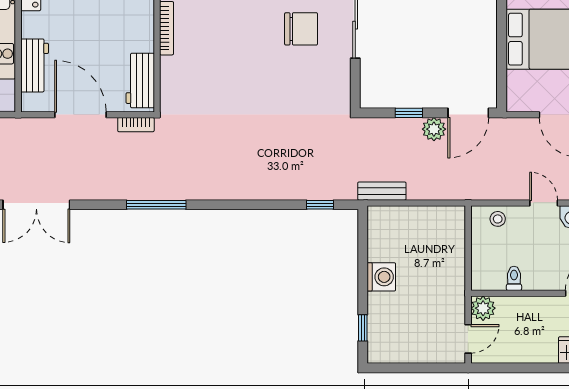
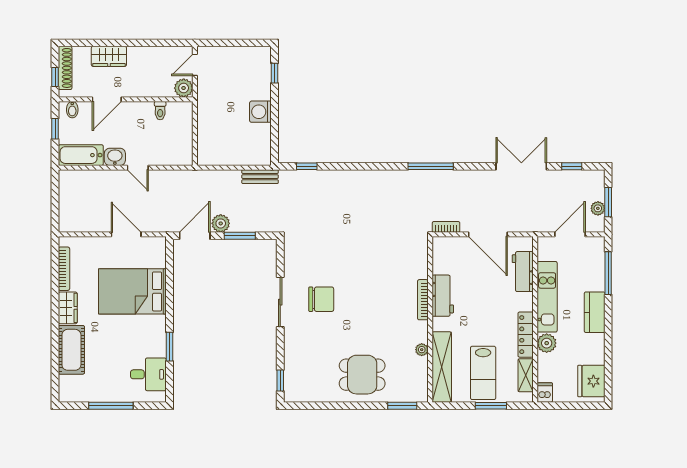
chair: (301, 29) -> (321, 299), turned 180
workbench: (140, 81) -> (443, 296), moved
window: (409, 113) -> (240, 236), width x1.50
stool: (498, 219) -> (172, 156), removed

